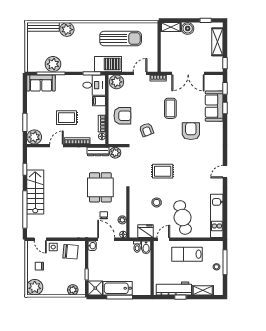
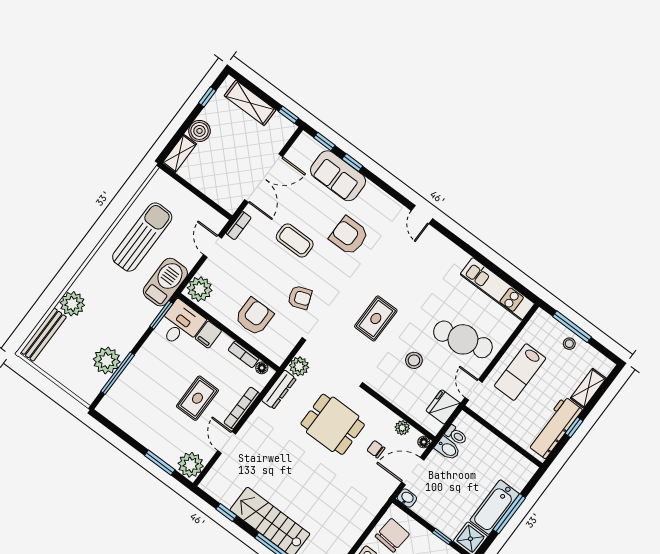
sofa: (41, 83) -> (121, 398), removed
door: (225, 172) -> (422, 215), moved
bidet: (146, 247) -> (448, 449), moved

